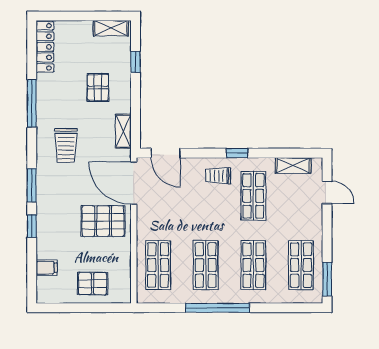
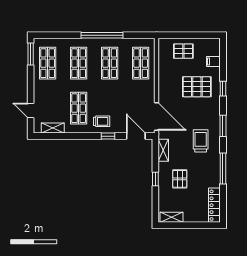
window: (135, 62) -> (155, 179), moved
window: (237, 153) -> (108, 136), moved
window: (32, 185) -> (223, 126), moved
pallet: (103, 221) -> (197, 87), moved

